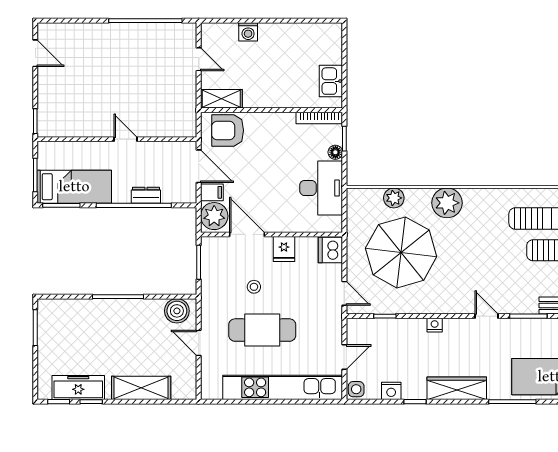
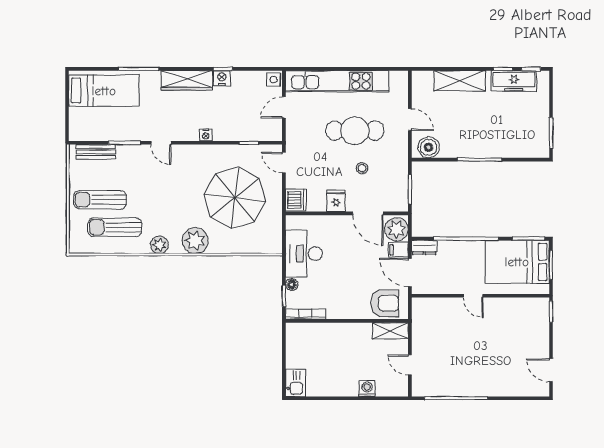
kitchen sink: (331, 81) -> (295, 383), moved
bed: (74, 187) -> (517, 262), width x1.50
dresser: (146, 195) -> (424, 247), moved
plant: (394, 198) -> (159, 245), moved
nightstand: (391, 391) -> (222, 78), moved

